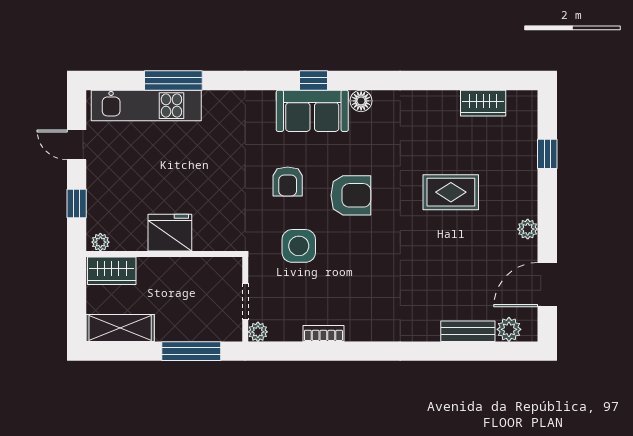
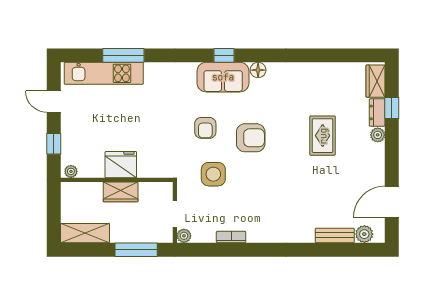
wardrobe: (483, 103) -> (376, 81), moved, turned 90
dresser: (527, 160) -> (377, 112), added
rug: (451, 192) -> (323, 136), turned 90
plant: (528, 229) -> (378, 135), moved
wardrobe: (112, 271) -> (121, 192), moved

